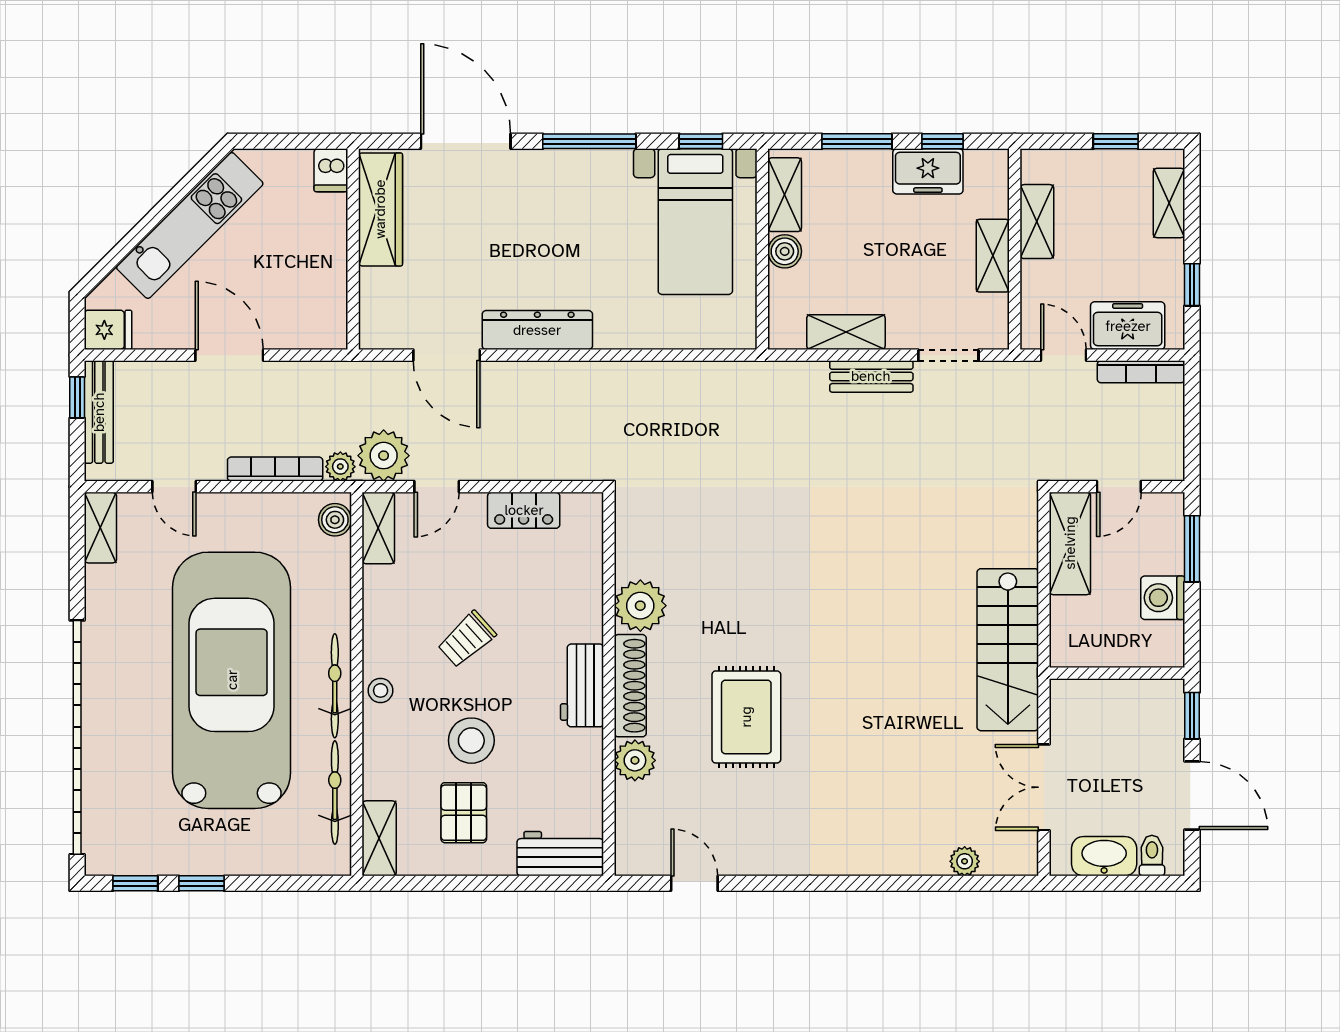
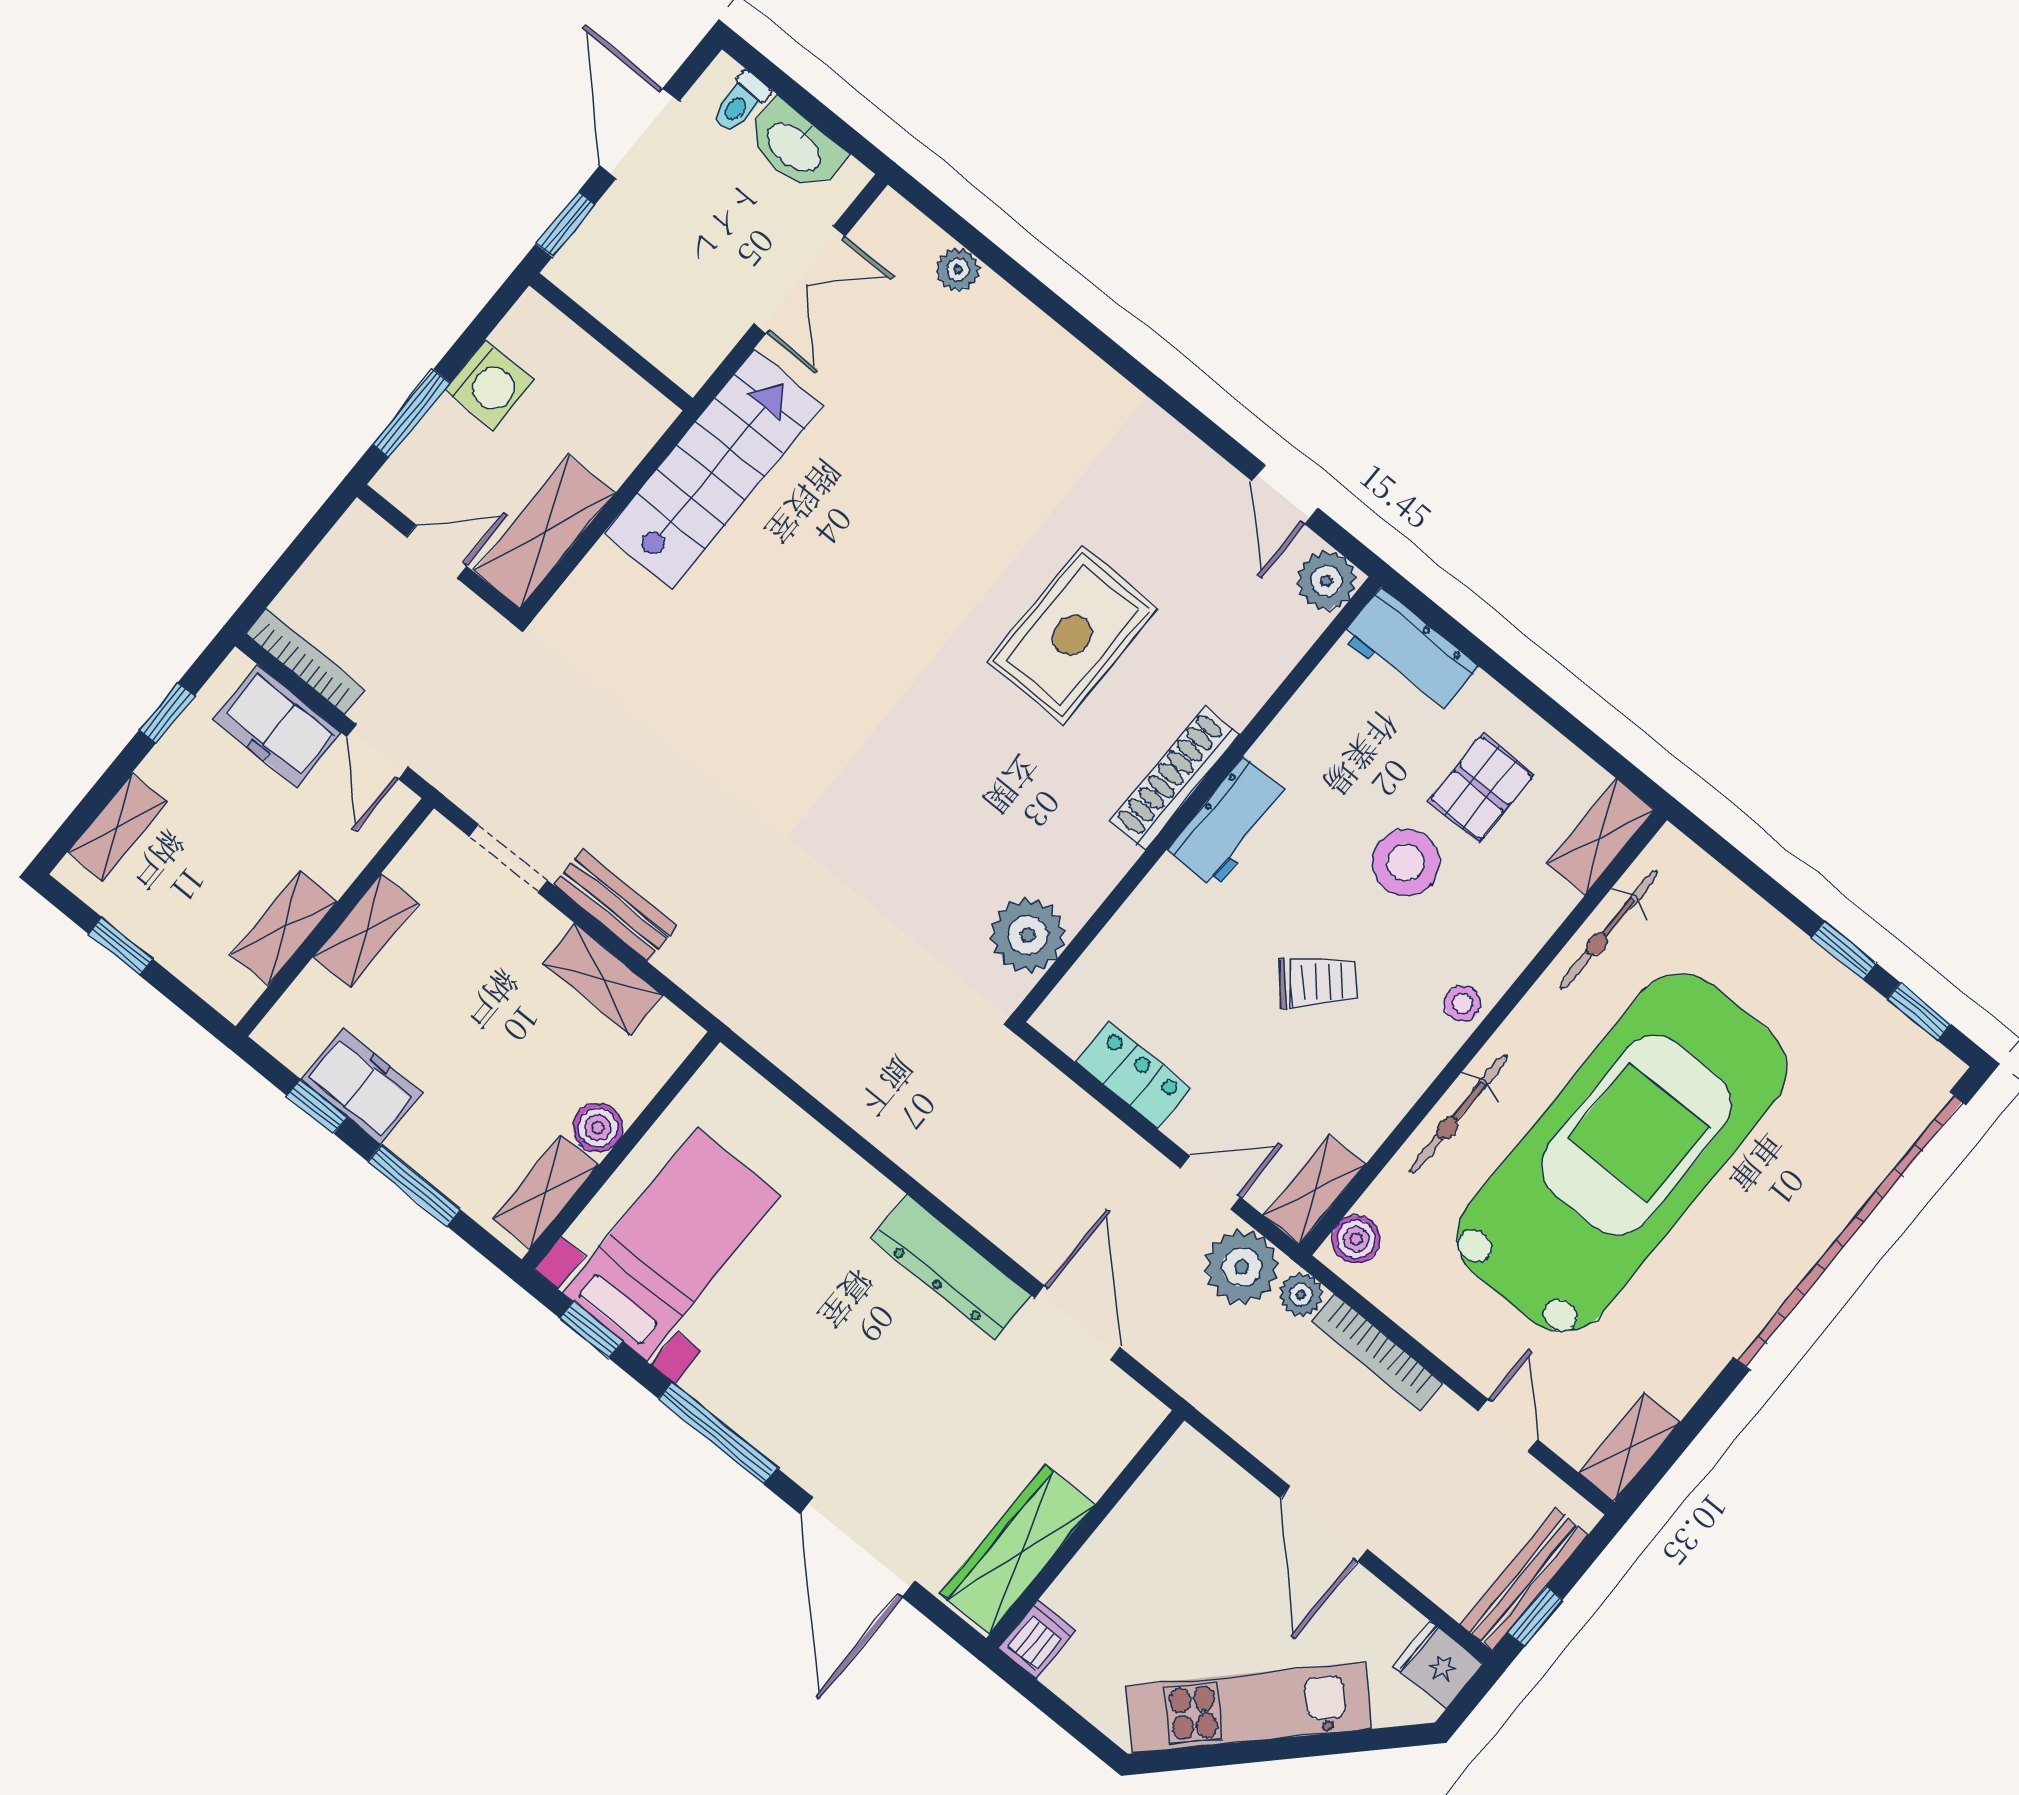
plant: (640, 606) -> (1028, 935), moved
car: (232, 680) -> (1622, 1153), turned 180
bicycle: (335, 686) -> (1459, 1114), moved
plant: (635, 760) -> (1327, 581), moved

